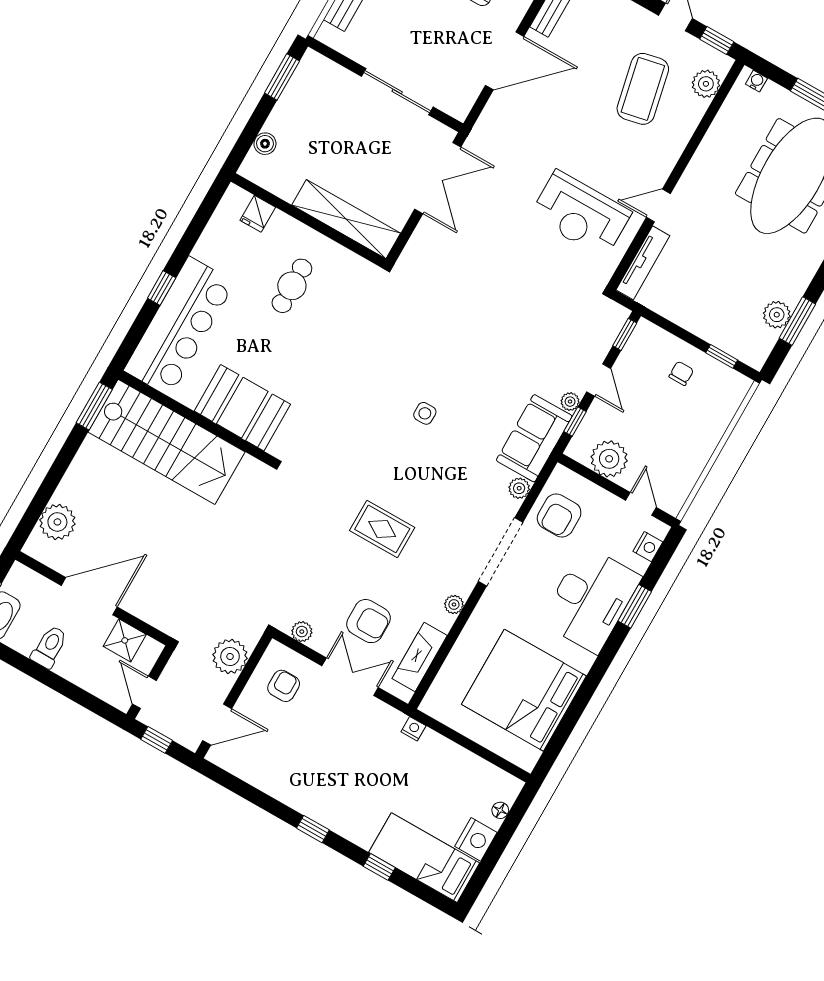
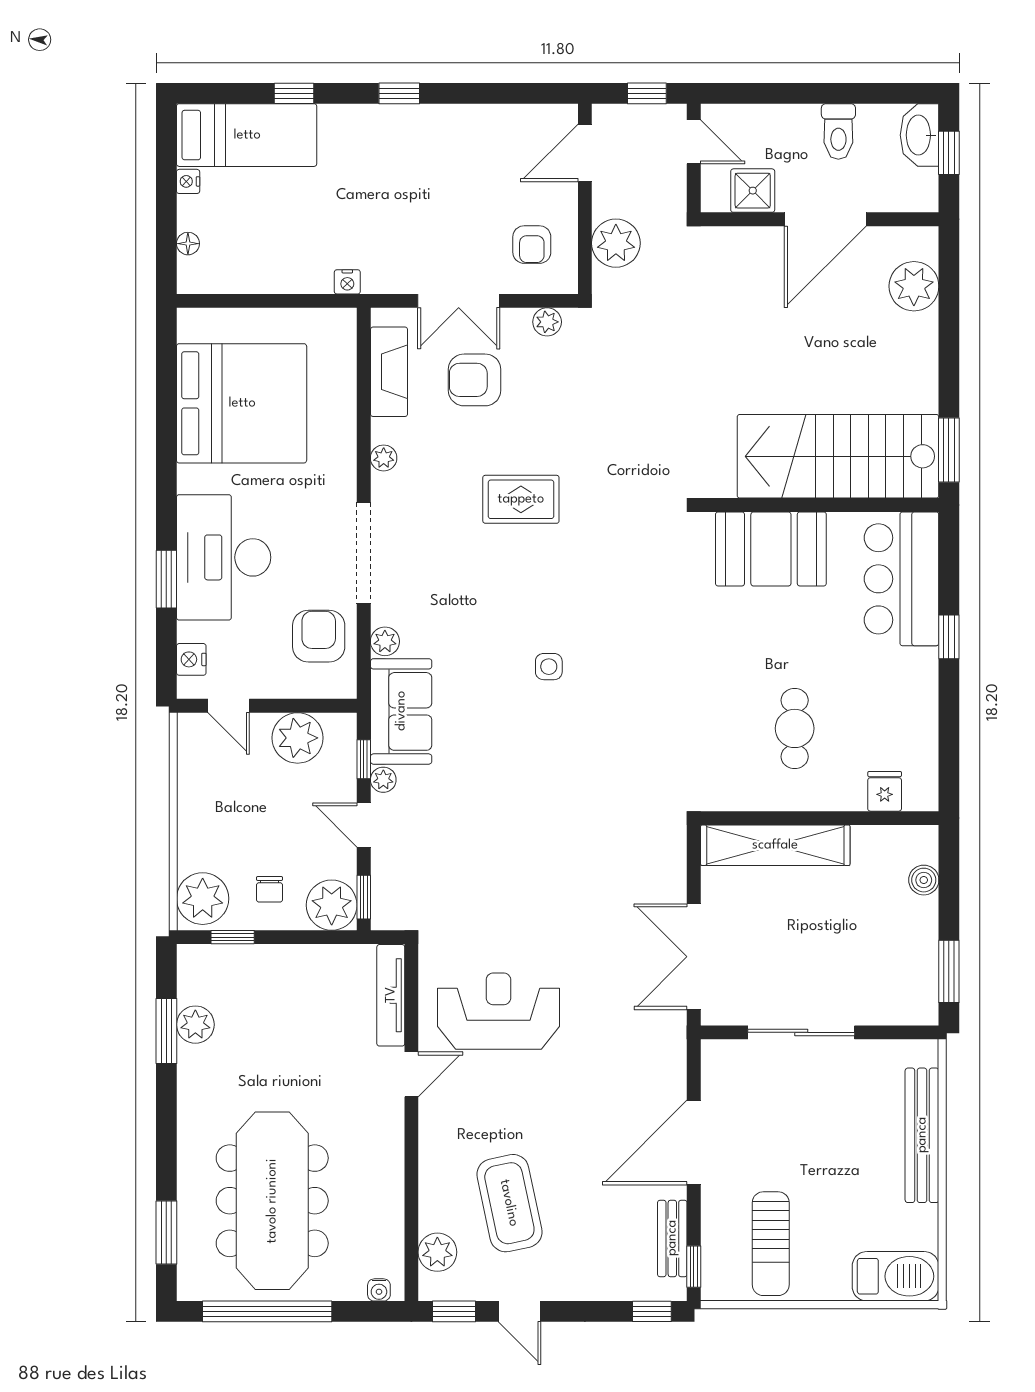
bar counter: (179, 326) -> (902, 579), width x0.73
plant: (648, 341) -> (332, 905), added
plant: (727, 392) -> (203, 899), added
nightstand: (476, 839) -> (188, 181), width x0.53, depth x0.56

